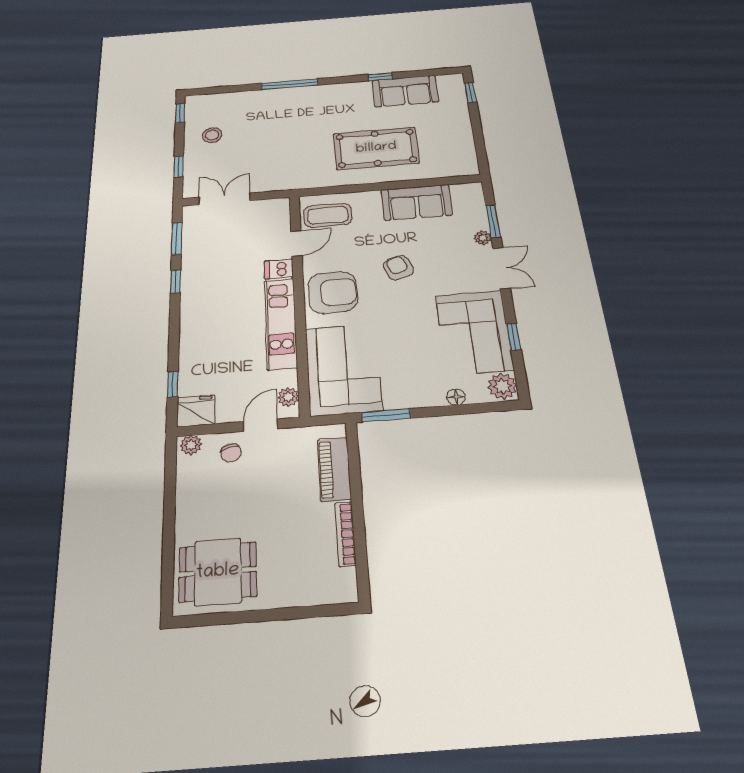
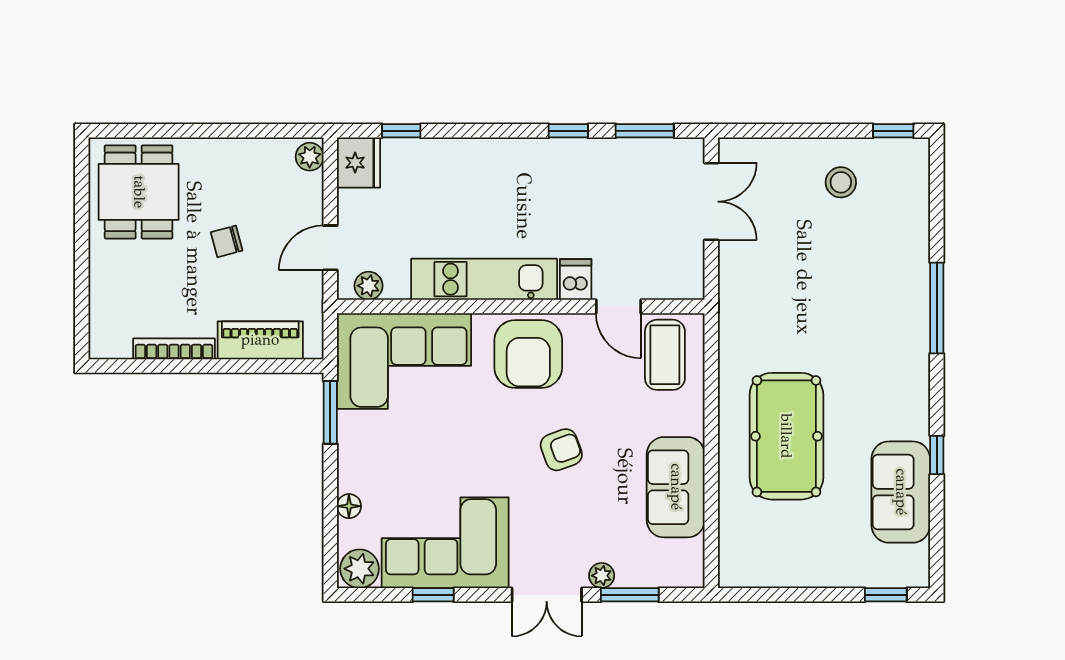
window: (179, 167) -> (782, 131), removed
door: (260, 425) -> (330, 248), swing flipped
chair: (231, 453) -> (227, 241), moved

